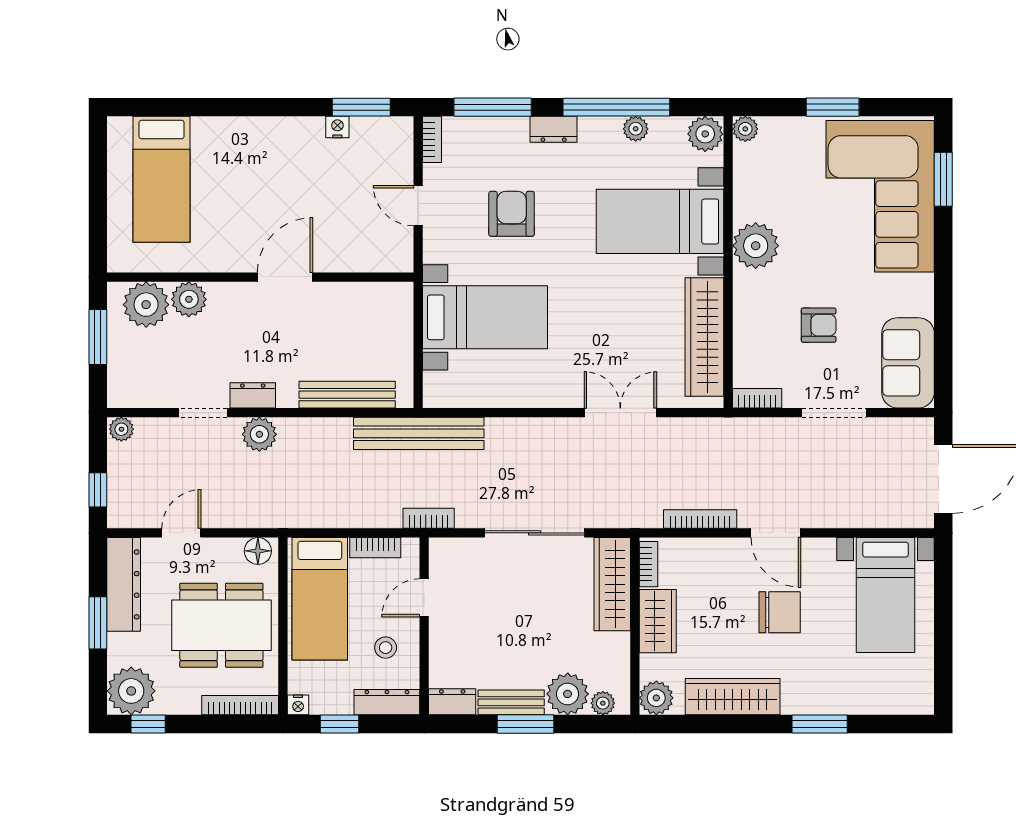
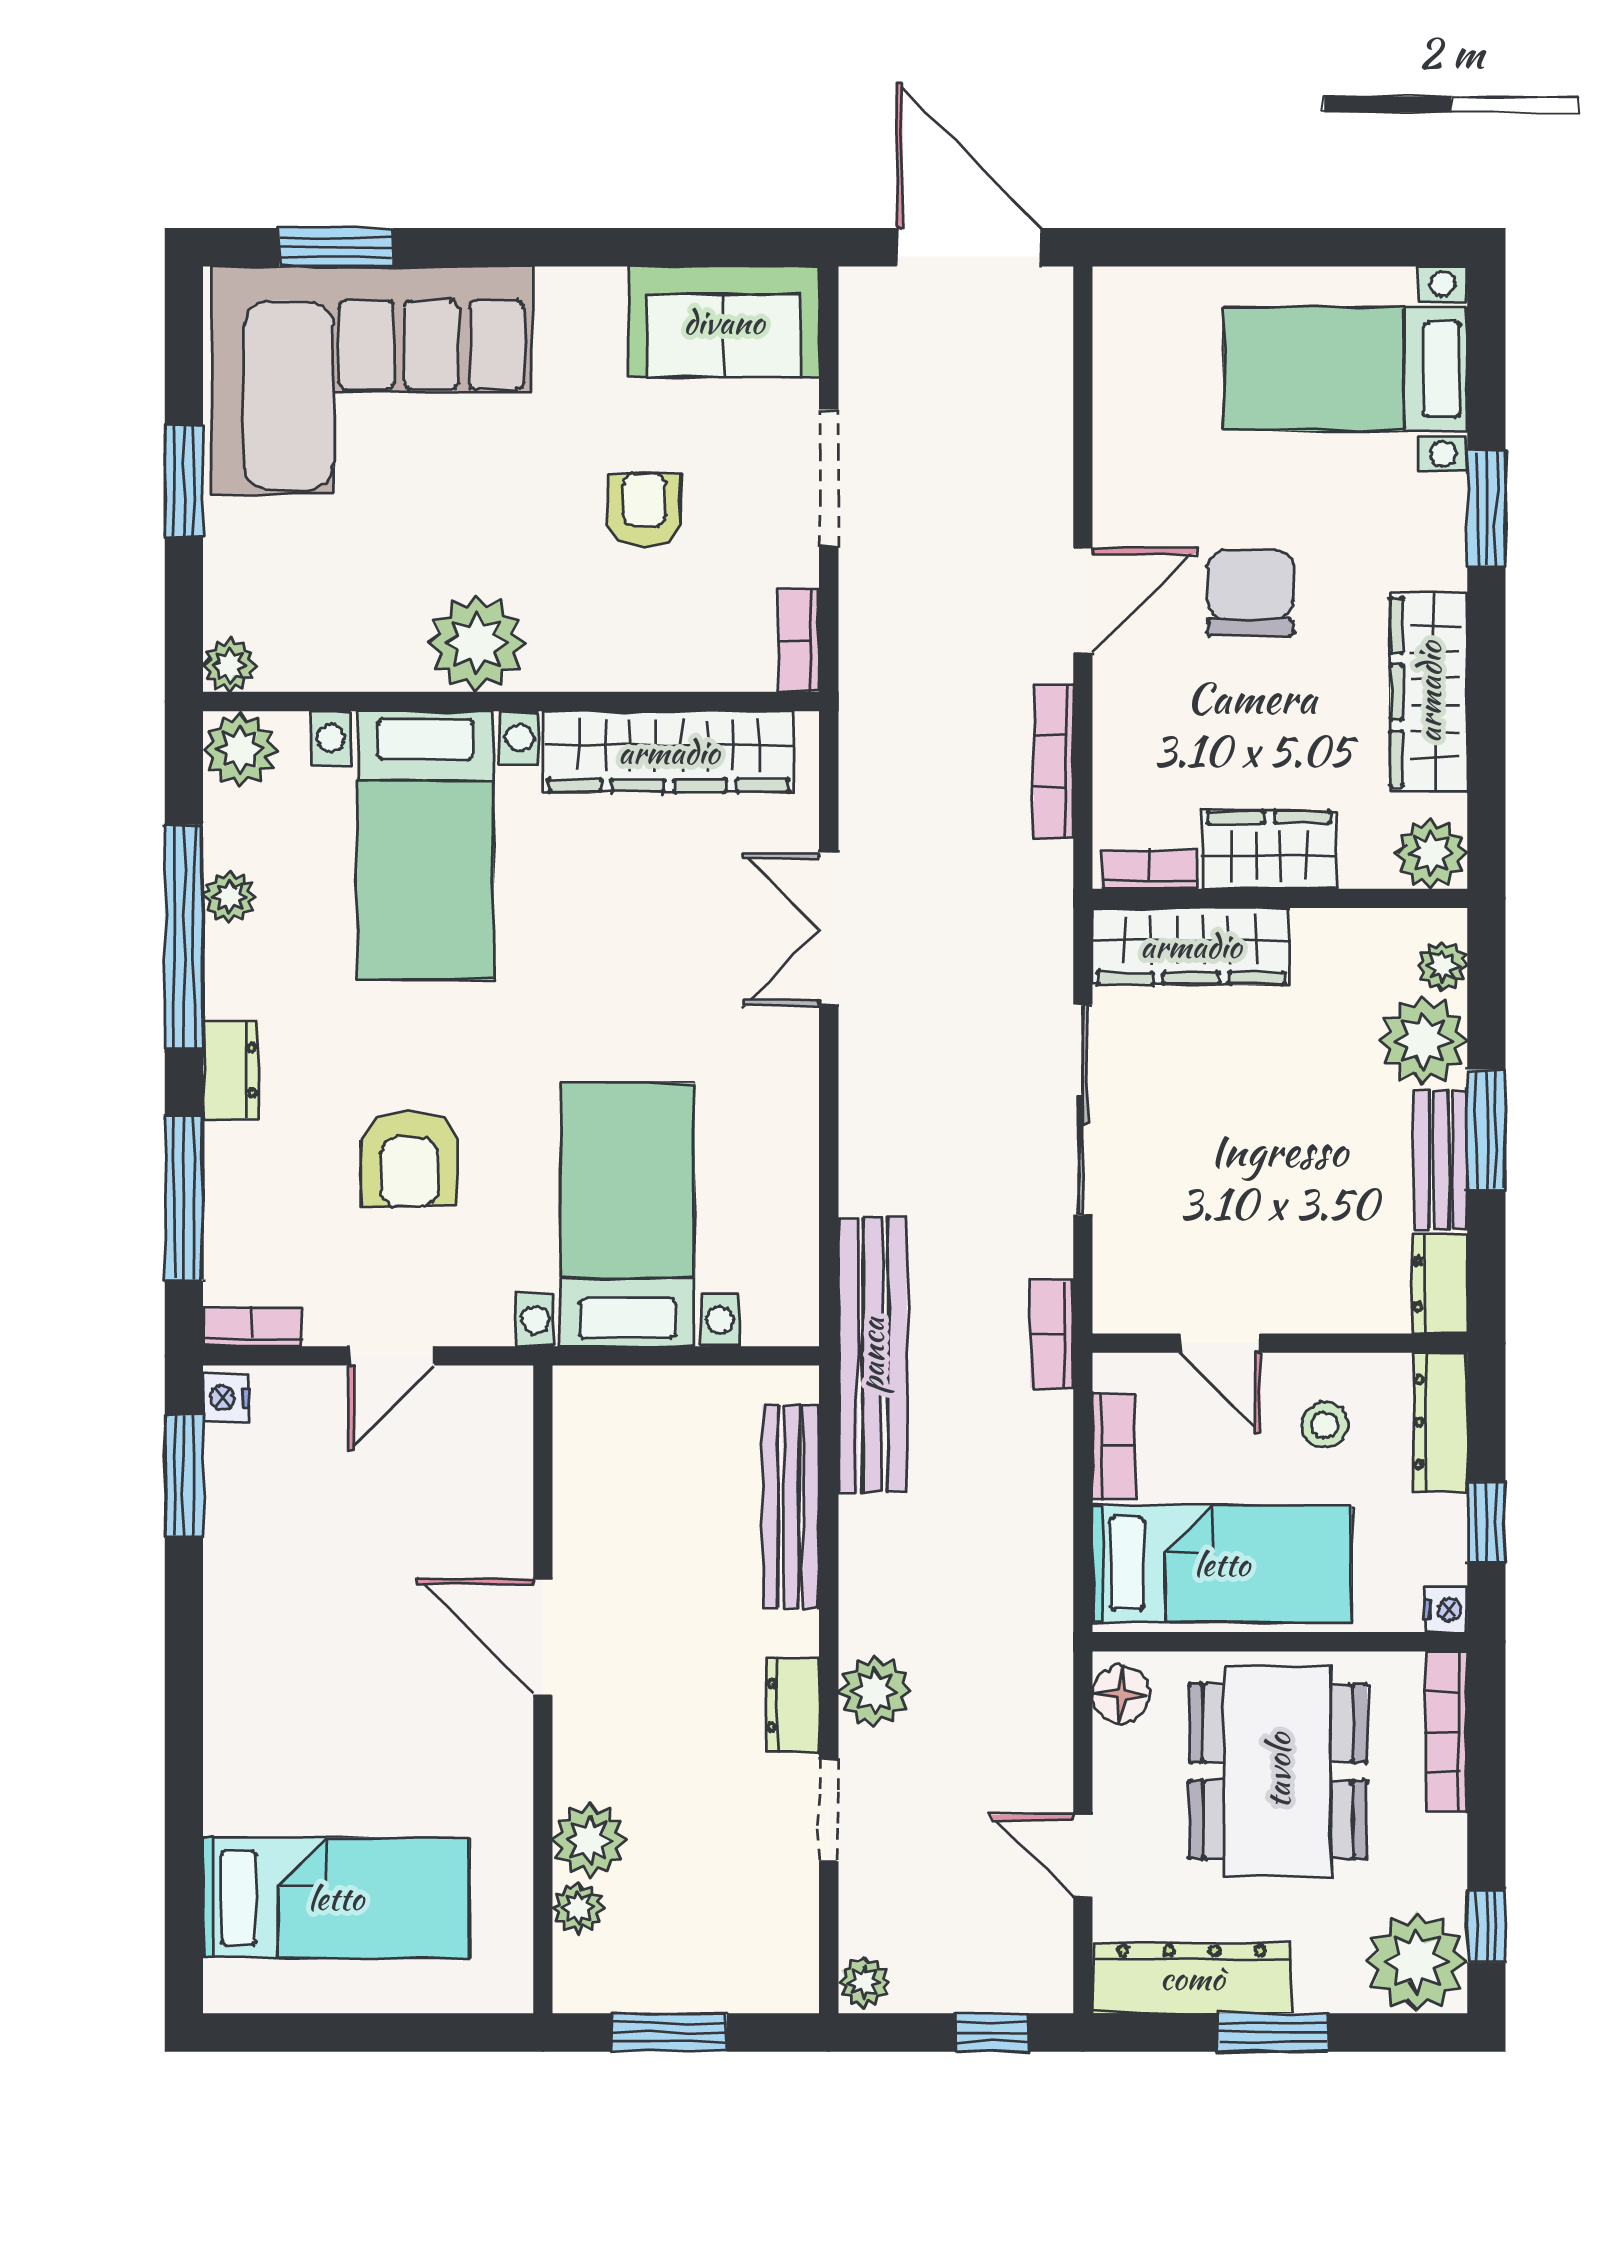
nightstand: (337, 127) -> (226, 1398), moved
armchair: (512, 214) -> (409, 1159), turned -90
plant: (146, 305) -> (578, 1908), width x0.53, depth x0.53
bed with nightstands: (885, 595) -> (1346, 369), moved, turned 180

